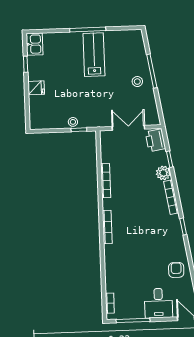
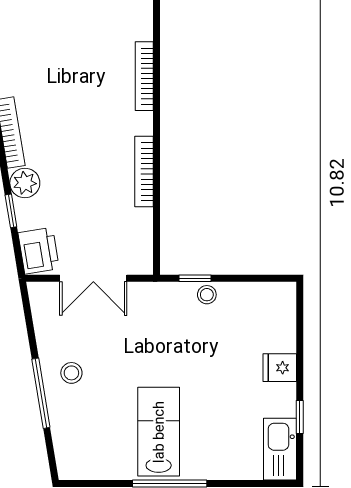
kitchen sink: (34, 44) -> (280, 449), width x1.38
lab bench: (94, 55) -> (159, 432), turned 180

